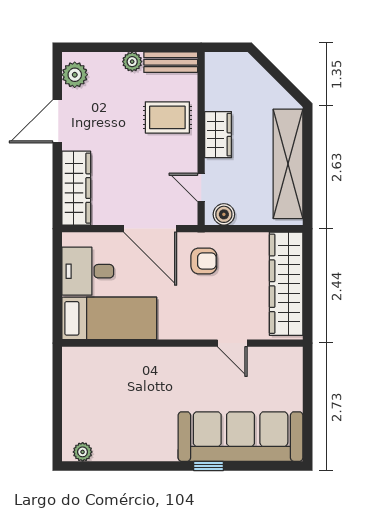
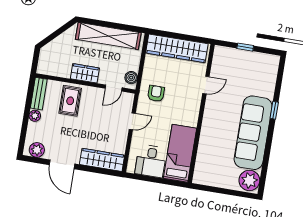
door: (150, 229) -> (132, 121), width x0.53
window: (308, 399) -> (245, 47), added
sofa: (241, 437) -> (253, 133), moved
plant: (83, 452) -> (249, 180), width x1.88, depth x1.88

